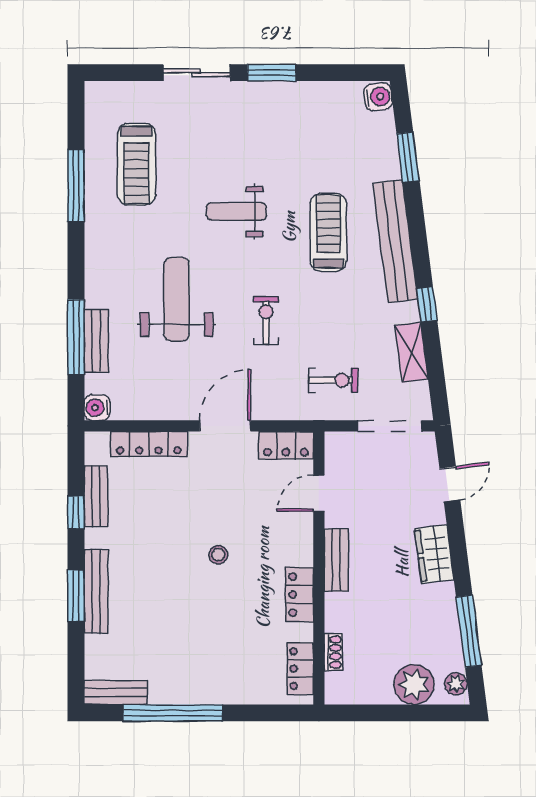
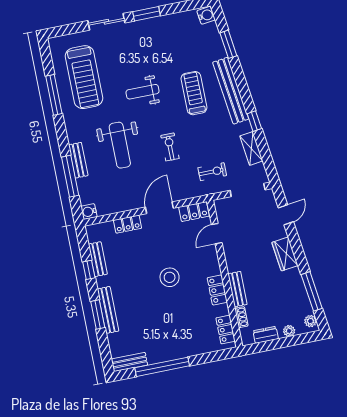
treadmill: (137, 164) -> (84, 77), width x1.37, depth x1.38
weight bench: (176, 299) -> (120, 145), turned 180
bench: (96, 341) -> (78, 160), moved
locker: (149, 444) -> (128, 224), width x0.66
stool: (218, 555) -> (170, 277), width x1.89, depth x1.89
bench: (336, 560) -> (237, 289), moved
plant: (414, 685) -> (289, 331), width x0.53, depth x0.53
dresser: (370, 693) -> (266, 335), added

